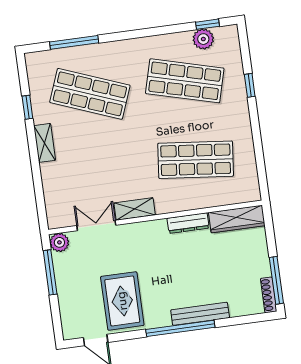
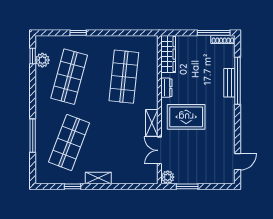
window: (74, 42) -> (33, 136), moved
dresser: (188, 223) -> (166, 88), width x0.70
window: (50, 272) -> (187, 186), width x0.69
rug: (122, 301) -> (186, 117), moved
bench: (200, 314) -> (229, 83), width x0.73
window: (180, 328) -> (237, 81), moved

